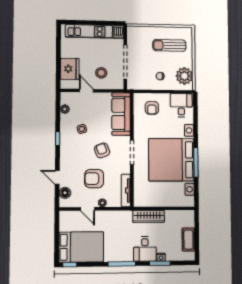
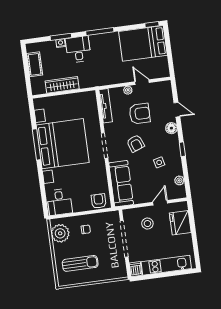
door: (86, 91) -> (160, 203), swing flipped
armchair: (152, 108) -> (99, 201), moved
floor lamp: (65, 193) -> (171, 128), moved
wardrobe: (149, 216) -> (62, 85), moved

